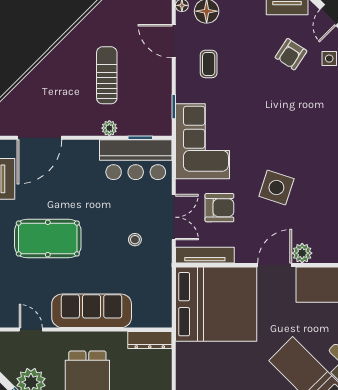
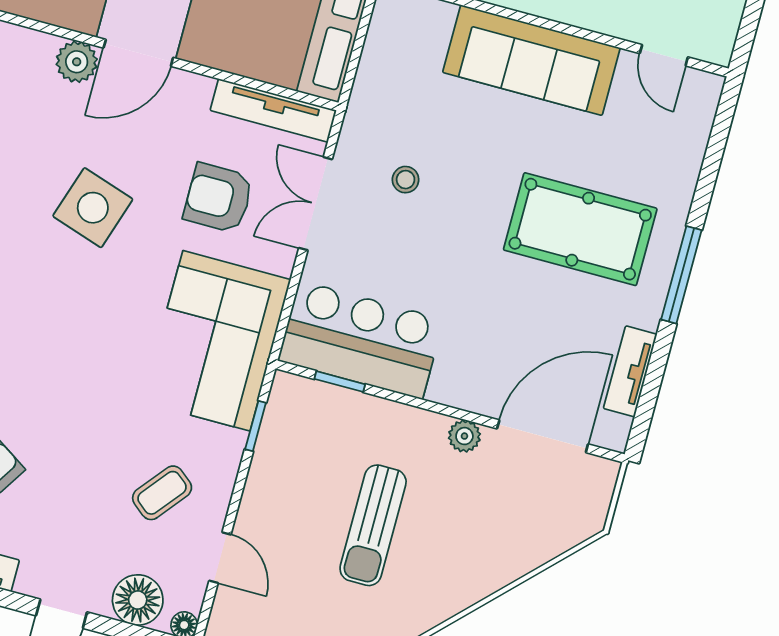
door: (174, 41) -> (220, 558), width x0.73
coffee table: (209, 64) -> (162, 493), turned 39
plant: (109, 128) -> (464, 436), moved

